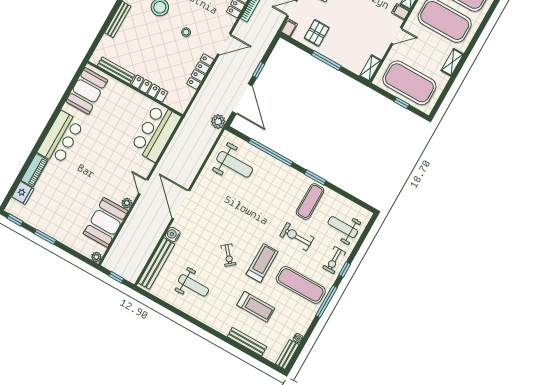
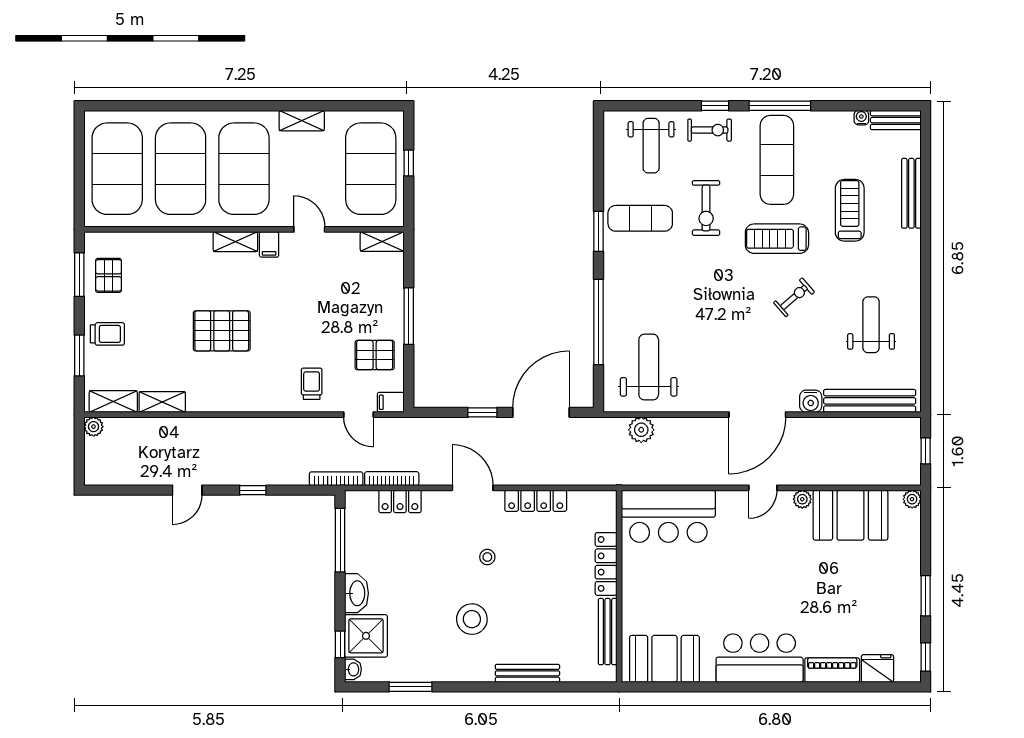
plant: (218, 122) -> (641, 430), moved

